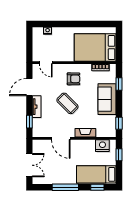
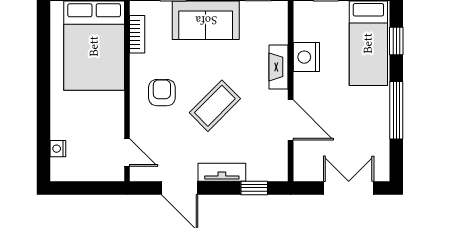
door: (46, 63) -> (127, 152), hinge flipped
door: (61, 138) -> (291, 120), hinge flipped
nightstand: (102, 146) -> (306, 57), moved

